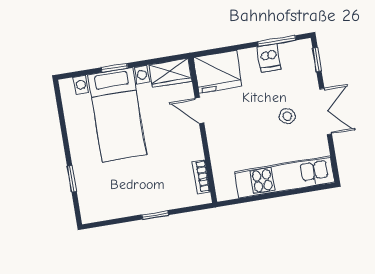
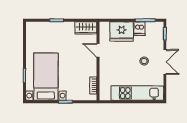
fridge: (218, 72) -> (122, 31), moved
bed with nightstands: (117, 115) -> (46, 77), moved, turned 180

